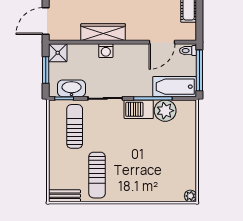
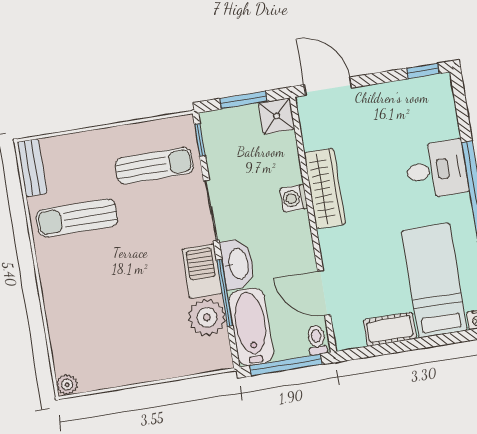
washbasin: (72, 88) -> (238, 264), moved

